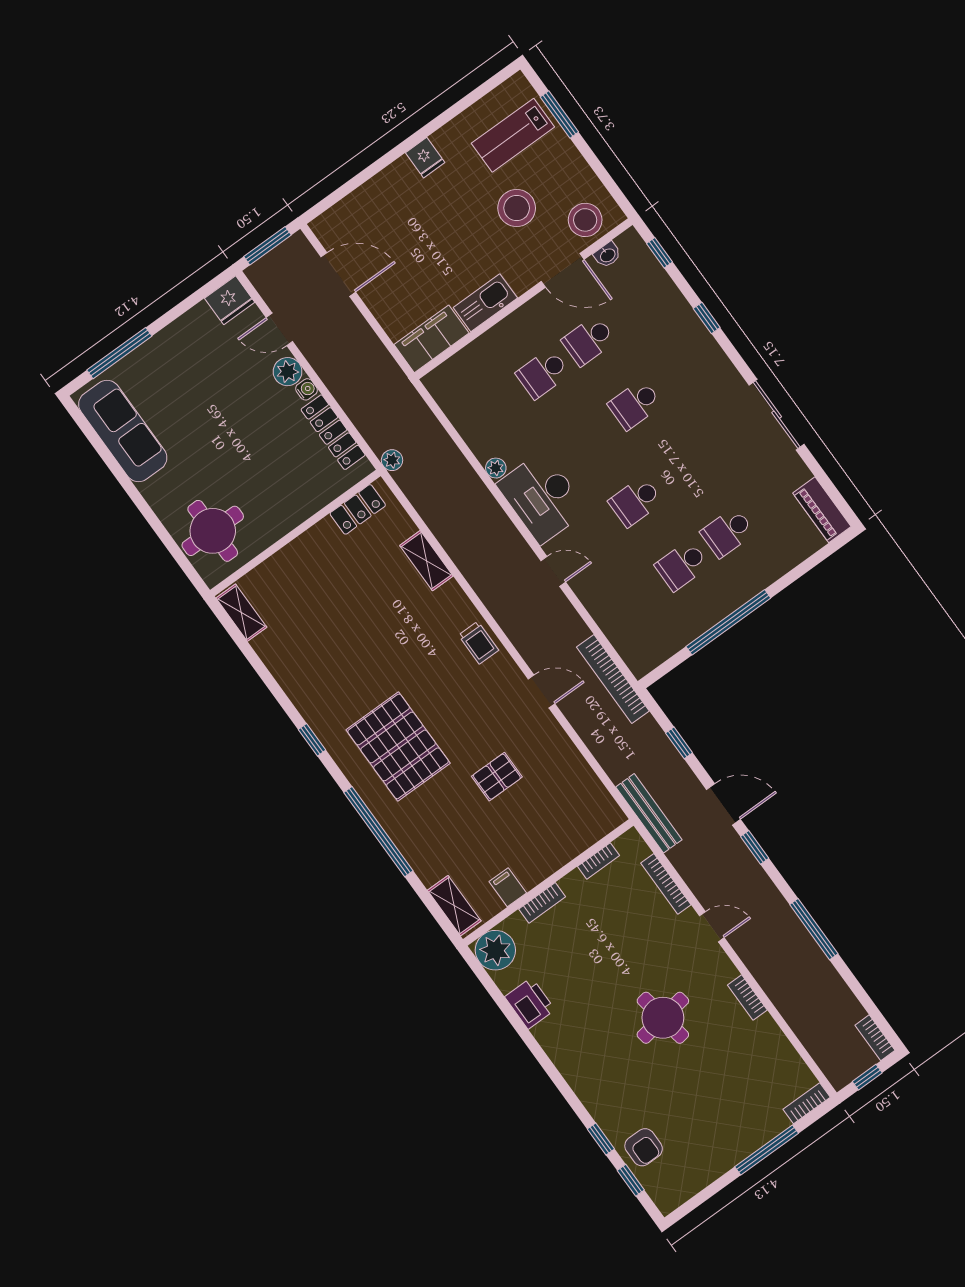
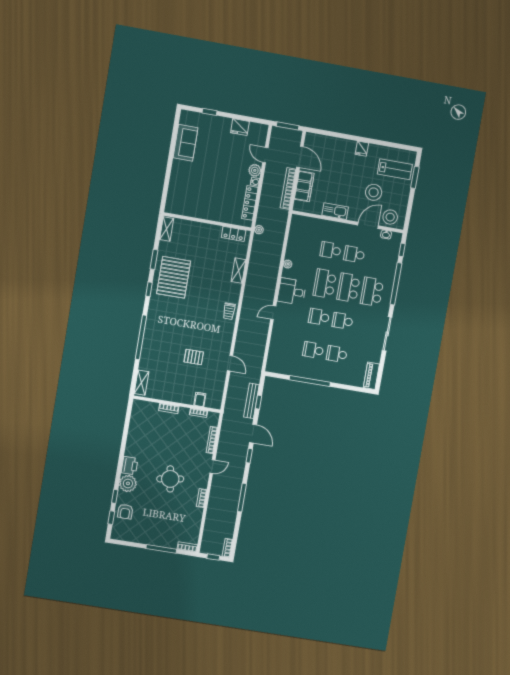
lab bench: (513, 135) -> (395, 169), turned 180
door: (563, 270) -> (368, 225), swing flipped
fridge: (230, 300) -> (240, 127), moved
window: (707, 318) -> (396, 284), width x3.17
filing cabinet: (432, 339) -> (304, 186), moved, turned 90
window: (119, 353) -> (210, 112), width x0.46
school desk: (681, 371) -> (372, 292), added
school desk: (635, 404) -> (348, 288), width x1.85
sofa: (123, 431) -> (185, 143), width x0.73
school desk: (589, 438) -> (325, 284), added
school desk: (681, 468) -> (343, 321), added
desk: (542, 497) -> (292, 292), width x0.73
round table: (213, 531) -> (183, 195), removed
door: (553, 571) -> (273, 313), swing flipped
bookcase: (613, 679) -> (288, 189), moved
window: (271, 683) -> (154, 259), added
door: (541, 691) -> (230, 363), moved
pallet: (398, 746) -> (174, 277), moved
bench: (649, 813) -> (251, 401), moved
filing cabinet: (508, 887) -> (200, 399), moved
door: (712, 927) -> (212, 467), hinge flipped
plant: (495, 950) -> (128, 483), moved
printer: (530, 1003) -> (129, 466), moved

